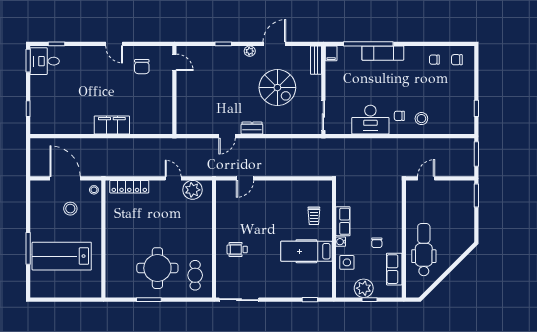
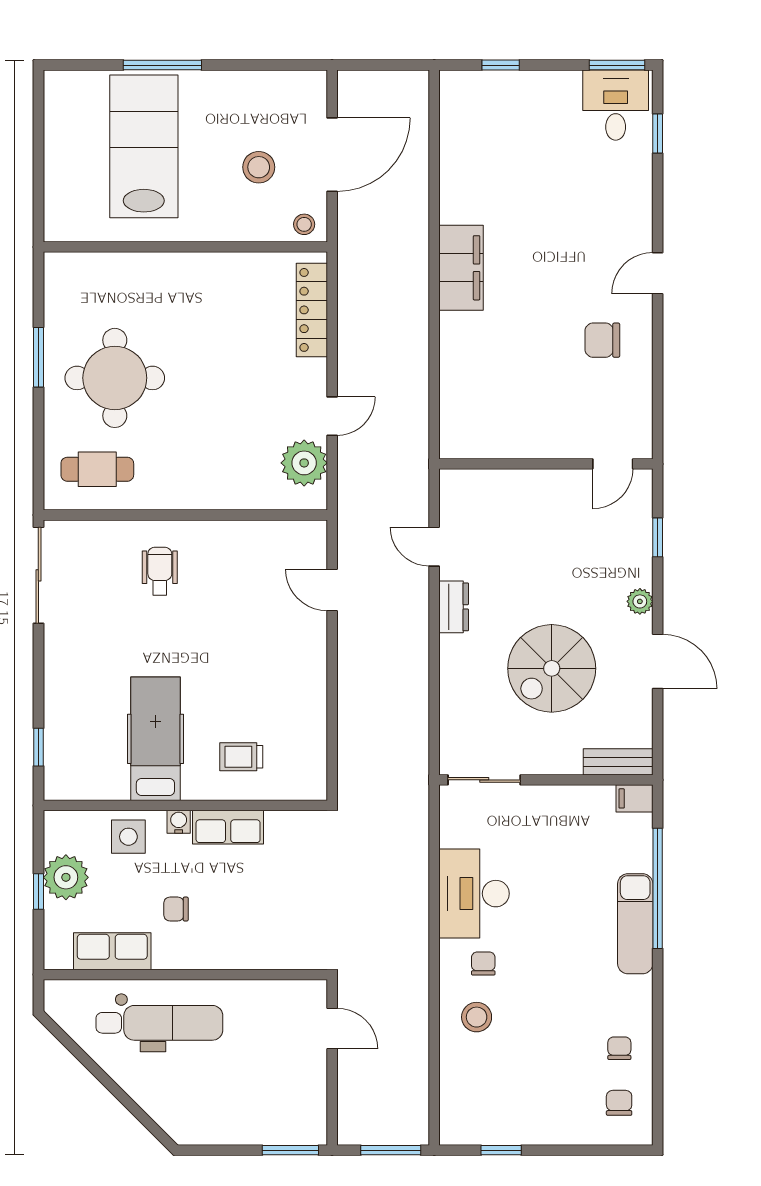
door: (174, 62) -> (613, 464), moved
wall: (174, 90) -> (546, 464), moved

